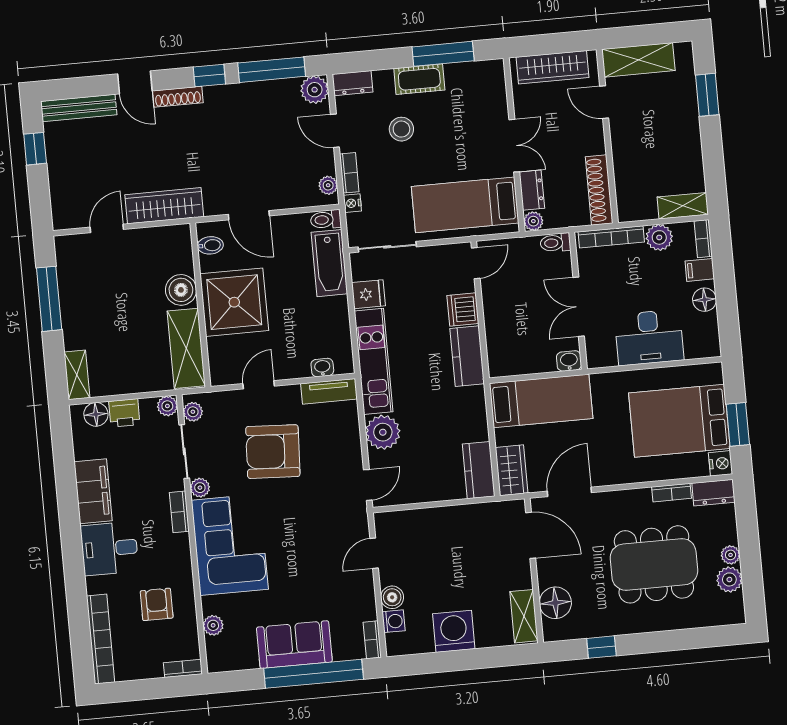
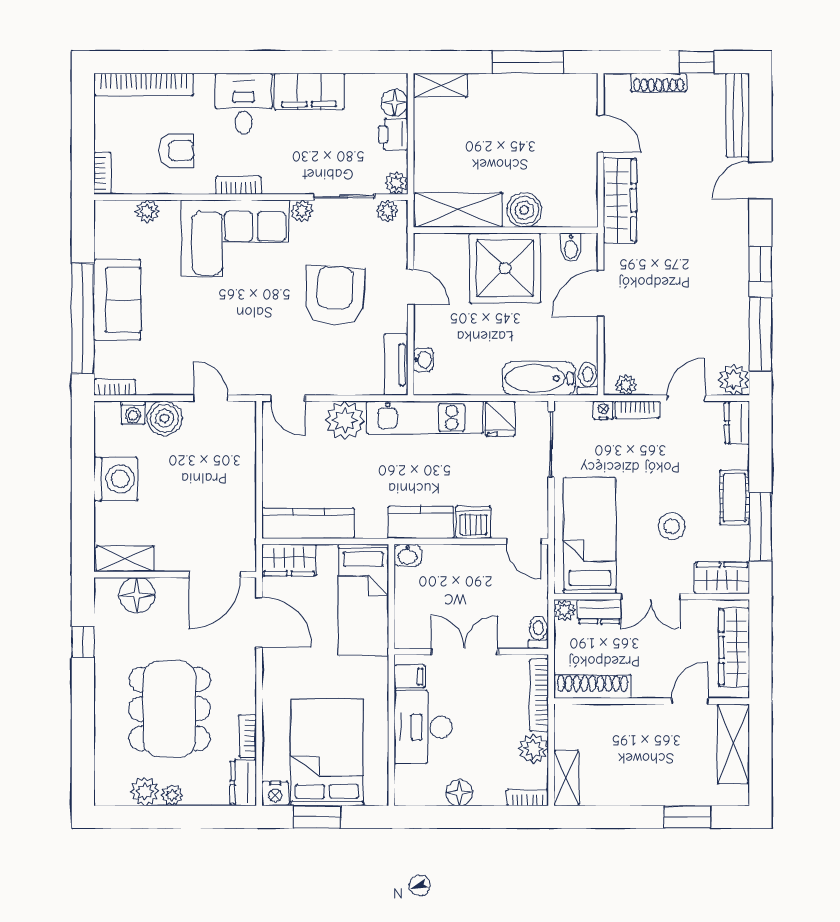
wardrobe: (492, 84) -> (722, 578), added
shoe rack: (178, 97) -> (659, 83), moved, turned -90
stool: (401, 129) -> (672, 526), moved
filing cabinet: (700, 270) -> (409, 677), moved, turned 90
washbasin: (569, 361) -> (408, 555), moved, turned 90
kitchen counter: (479, 470) -> (308, 523), width x1.50
bookcase: (179, 512) -> (239, 185), moved
boiler: (392, 597) -> (165, 418), width x1.36, depth x1.36

